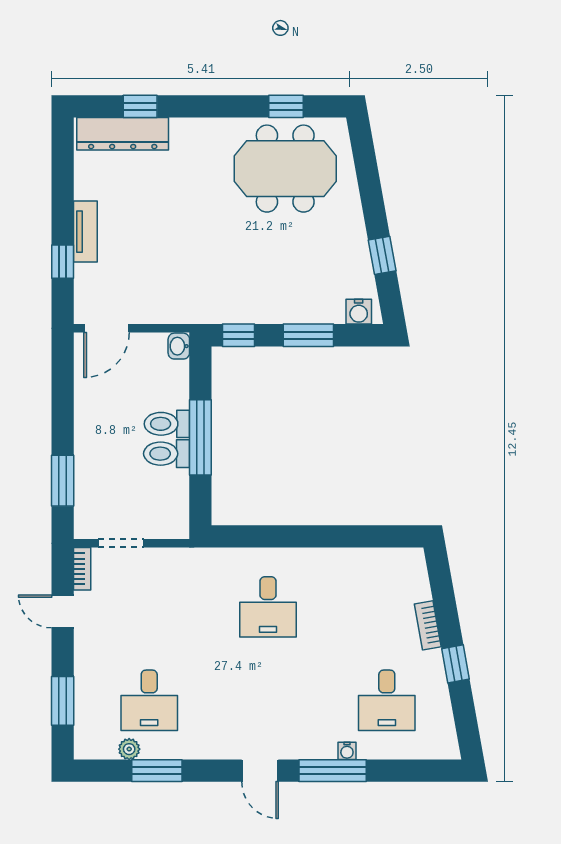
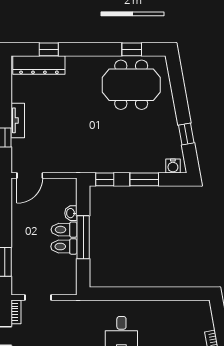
washbasin: (179, 346) -> (71, 213), moved

